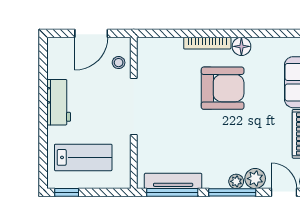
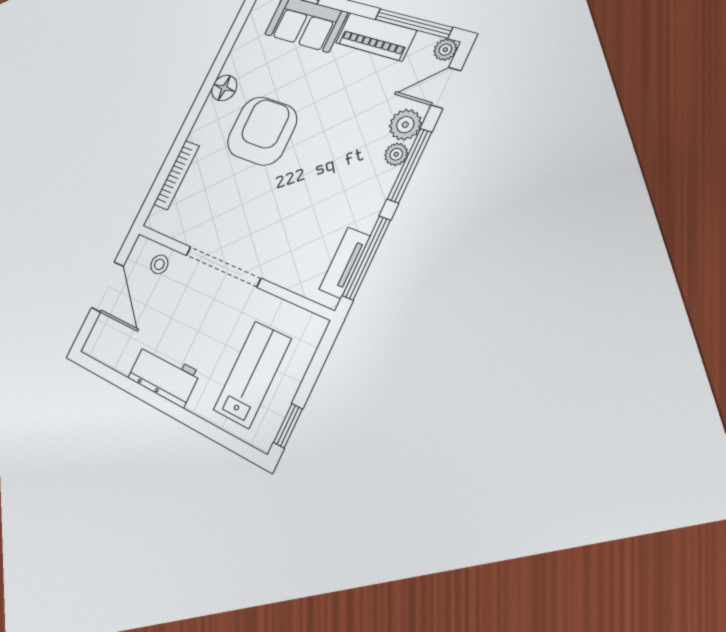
bookcase: (207, 43) -> (176, 175), moved
tv unit: (173, 181) -> (345, 263), width x0.71

